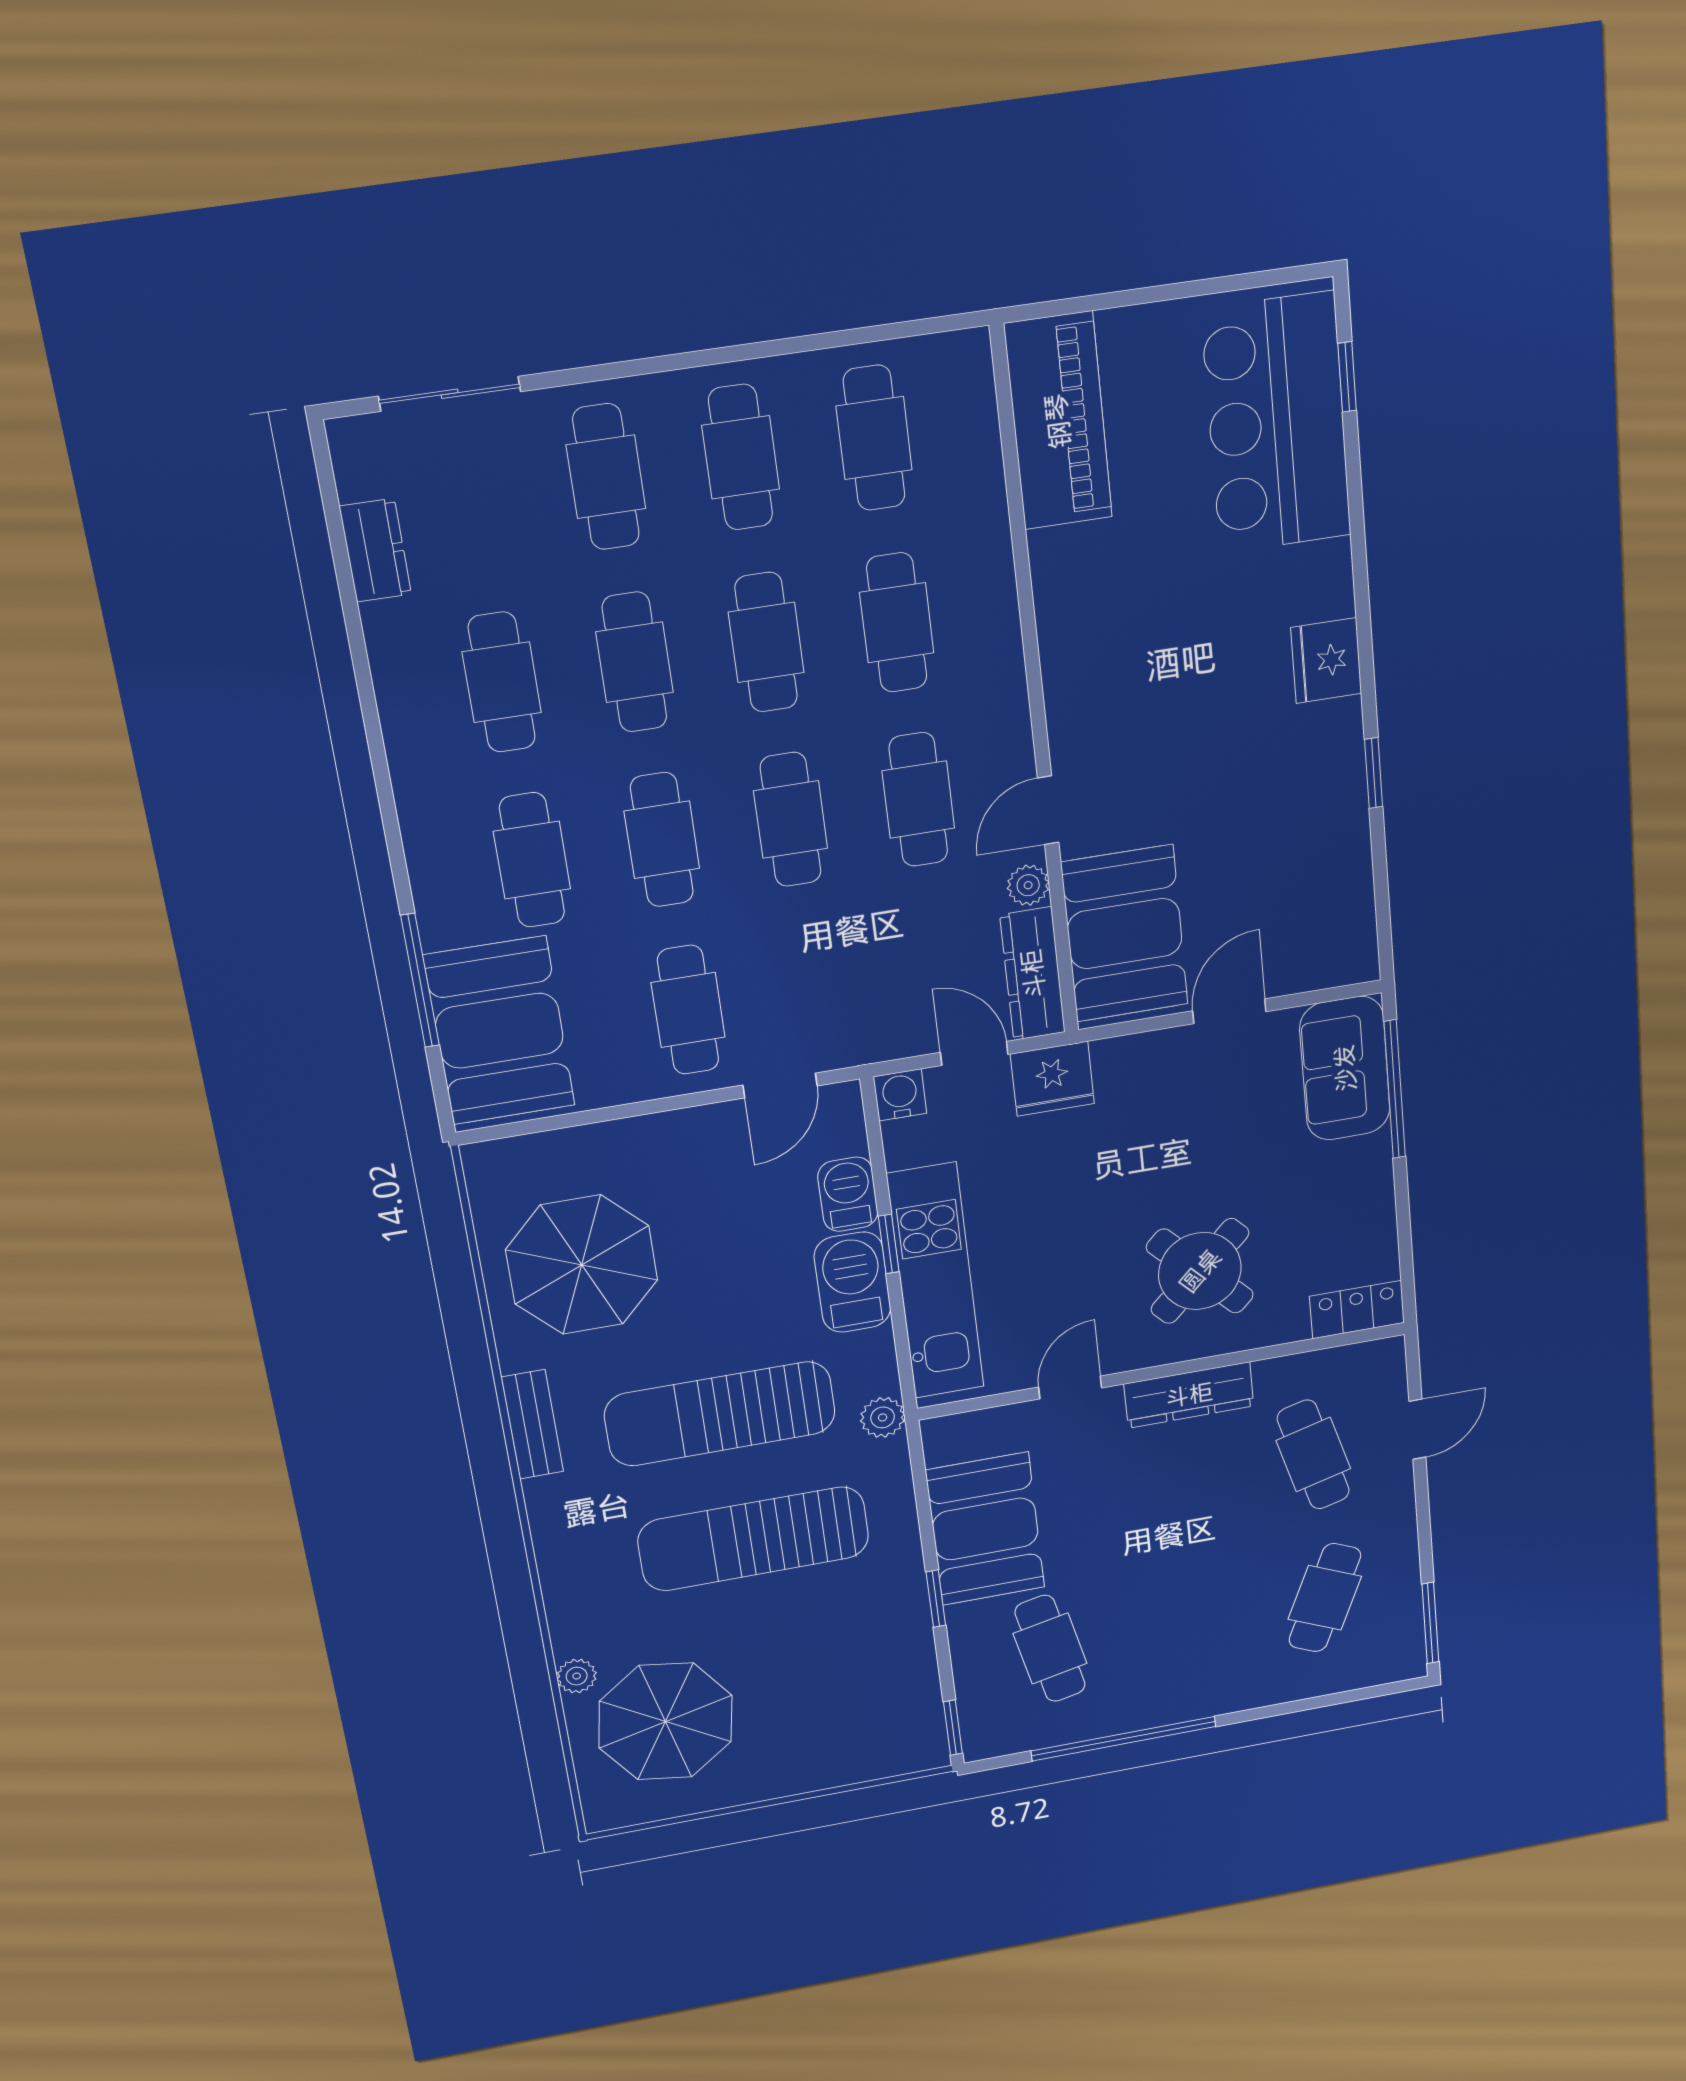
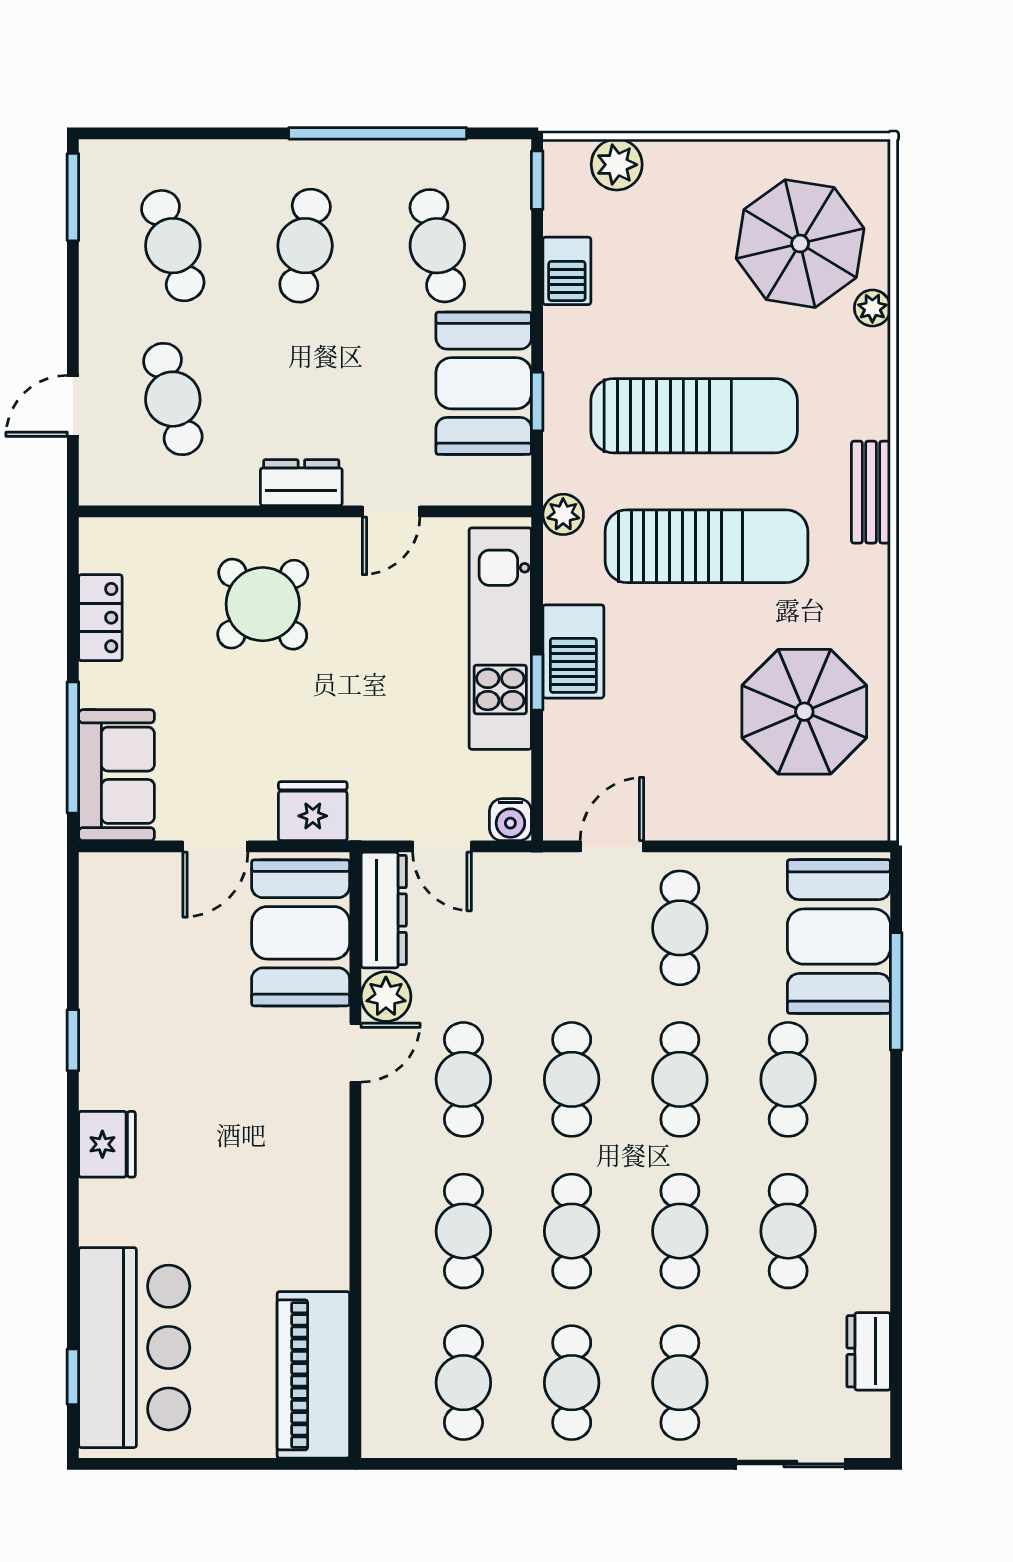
plant: (1028, 885) -> (386, 997), width x1.38, depth x1.38
fridge: (1052, 1079) -> (313, 811), moved
barbecue: (848, 1194) -> (567, 271), moved
locker: (1357, 1310) -> (100, 618), moved, turned -90
dresser: (1189, 1395) -> (301, 483), width x0.70
bench: (532, 1424) -> (871, 492), moved
cafe table: (1325, 1598) -> (173, 246), turned -42
window: (936, 1599) -> (537, 401), moved
cafe table: (1188, 1623) -> (305, 246), added
plant: (872, 1757) -> (617, 165), added

